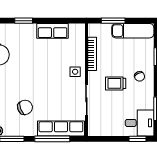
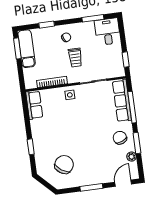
window: (113, 21) -> (17, 48), moved
row of seats: (53, 31) -> (34, 105), moved
chair: (25, 107) -> (120, 138), moved
window: (138, 139) -> (126, 59), moved

